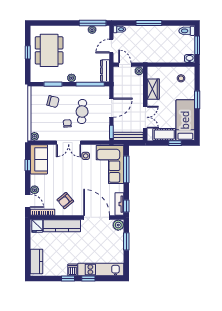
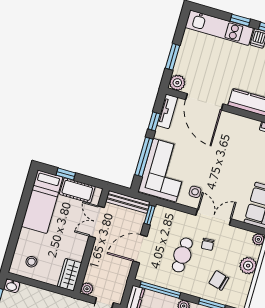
wardrobe: (153, 89) -> (70, 275), moved
window: (197, 100) -> (18, 225), removed
plant: (36, 117) -> (248, 266), added
armchair: (65, 201) -> (241, 138), removed
window: (126, 206) -> (154, 121), moved

